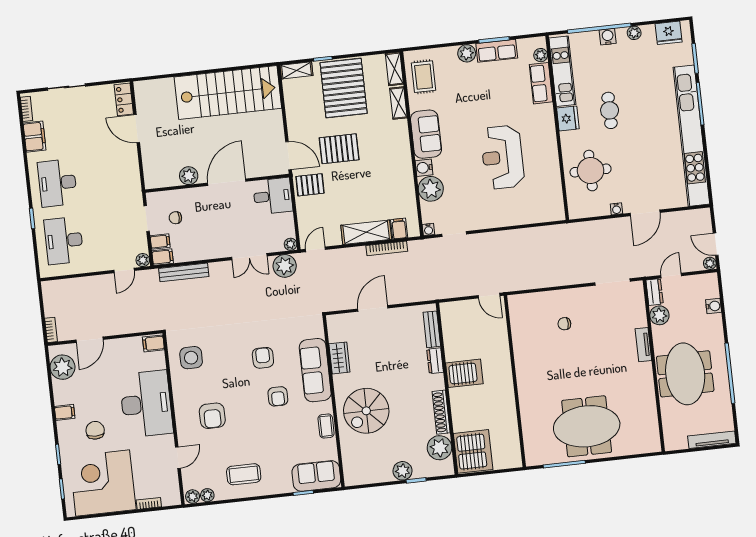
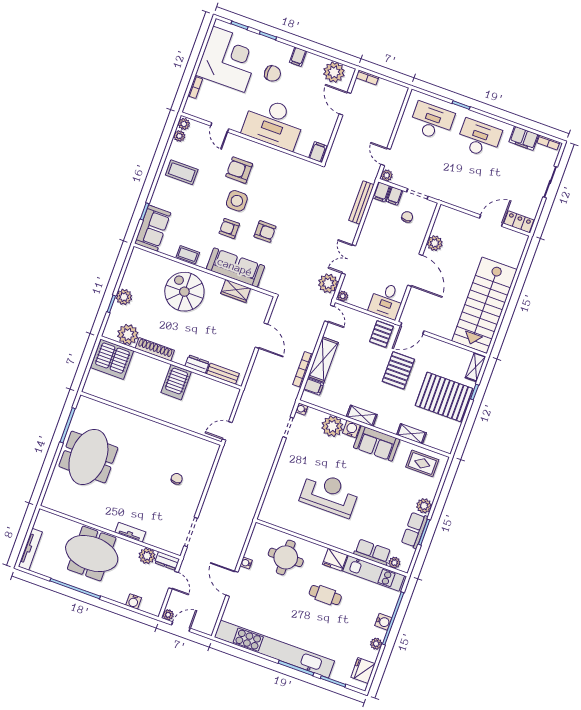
shelving: (394, 69) -> (362, 416), moved
side table: (191, 358) -> (237, 201), moved
coffee table: (244, 474) -> (182, 172), turned 90

